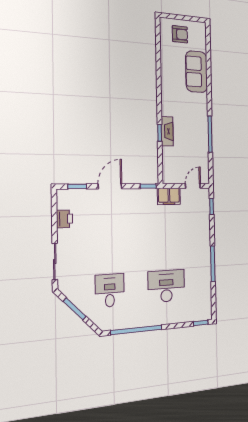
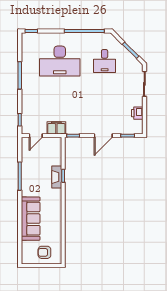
sofa: (197, 72) -> (31, 219), width x1.36
desk: (166, 286) -> (60, 61), width x1.36, depth x1.30

